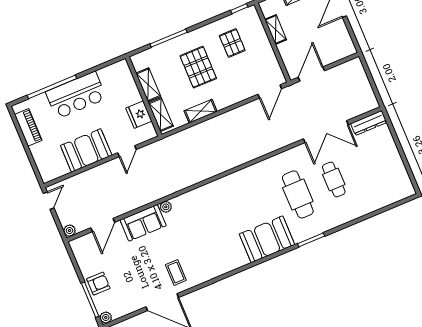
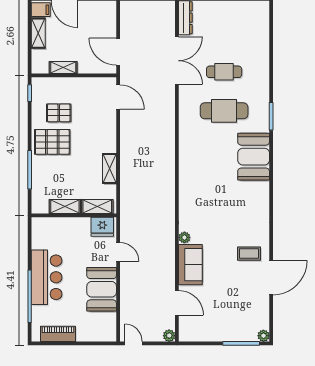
pallet: (198, 67) -> (52, 142), moved
fridge: (139, 115) -> (102, 227), moved
armchair: (98, 284) -> (229, 329), removed

